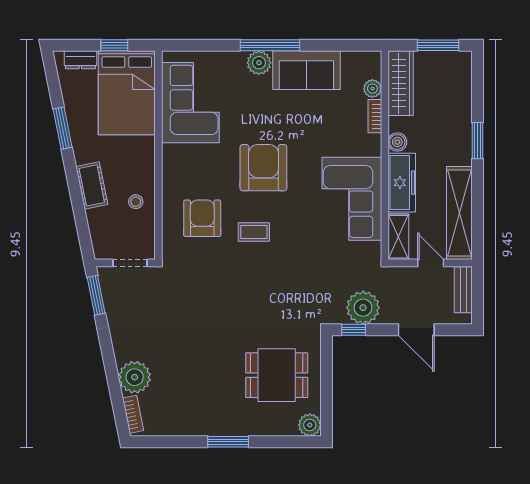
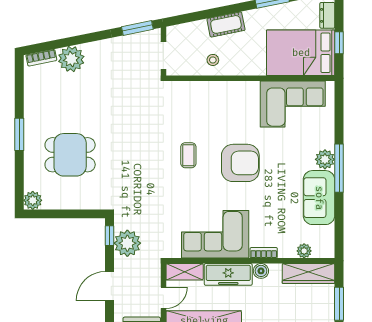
bookcase: (375, 116) -> (264, 253), moved
armchair: (202, 218) -> (199, 114), removed
dining table: (277, 375) -> (70, 155), moved, turned 90

